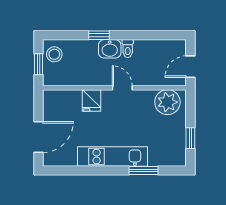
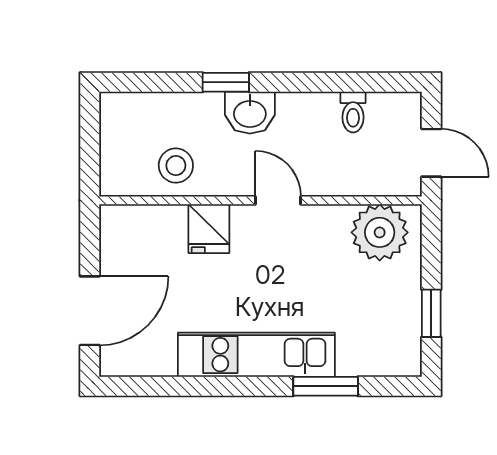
toilet: (128, 49) -> (353, 112), moved
stool: (54, 54) -> (176, 166), moved
window: (38, 64) -> (90, 147), removed
door: (190, 67) -> (431, 153), swing flipped

